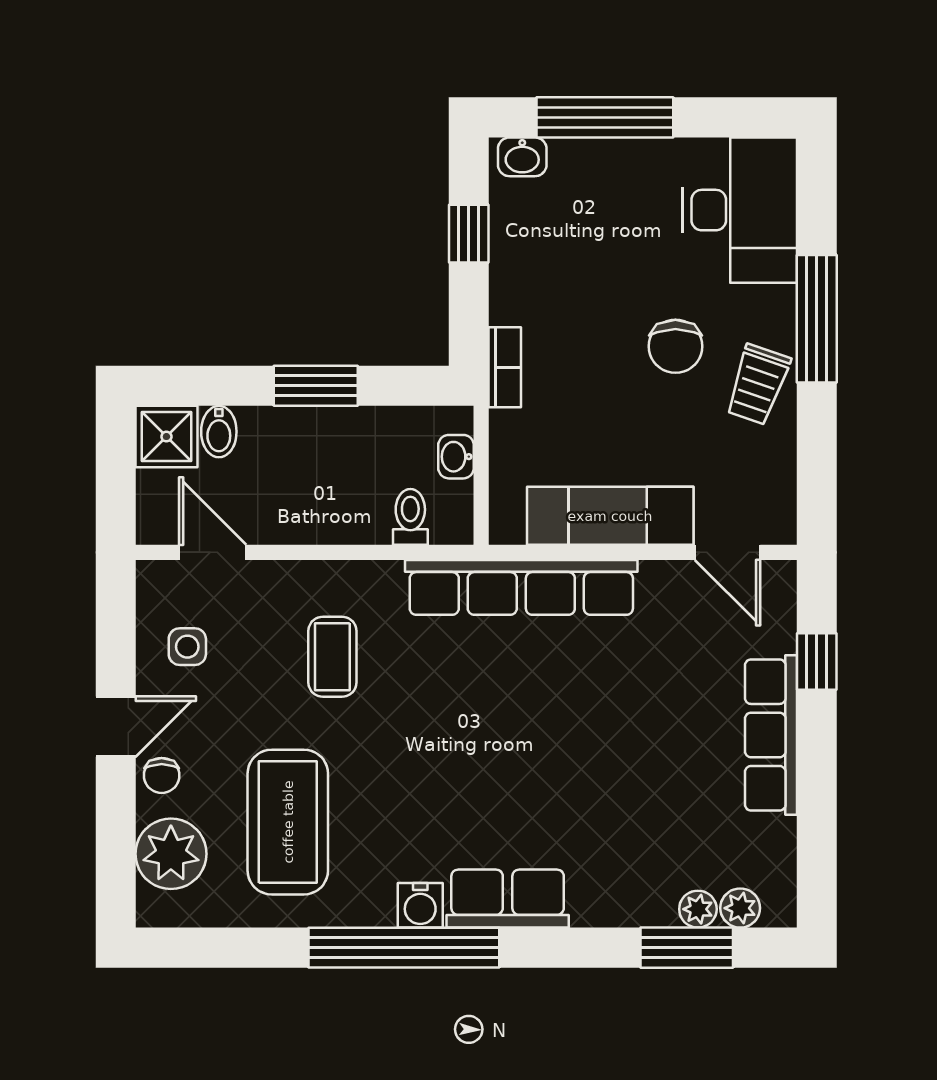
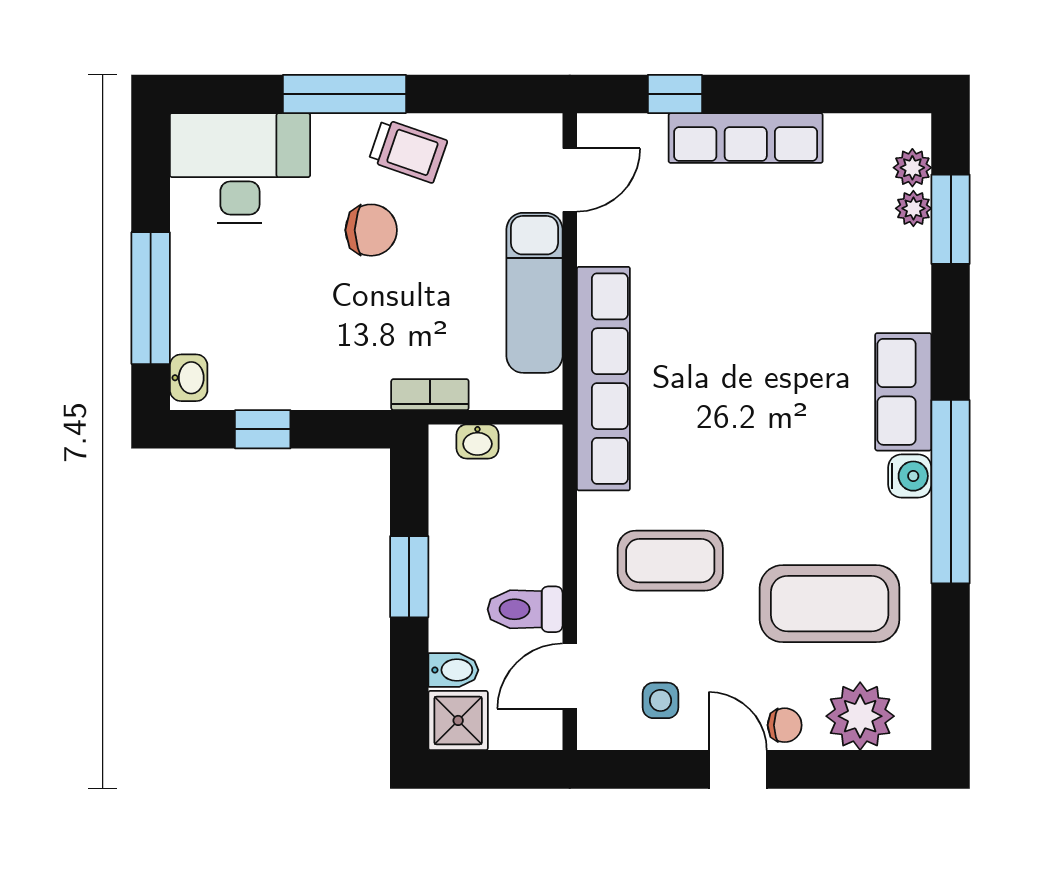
bookcase: (505, 367) -> (430, 395), moved
toilet: (410, 517) -> (525, 609), moved, width x1.37, depth x1.39
coffee table: (332, 657) -> (670, 561), width x1.36, depth x1.30

